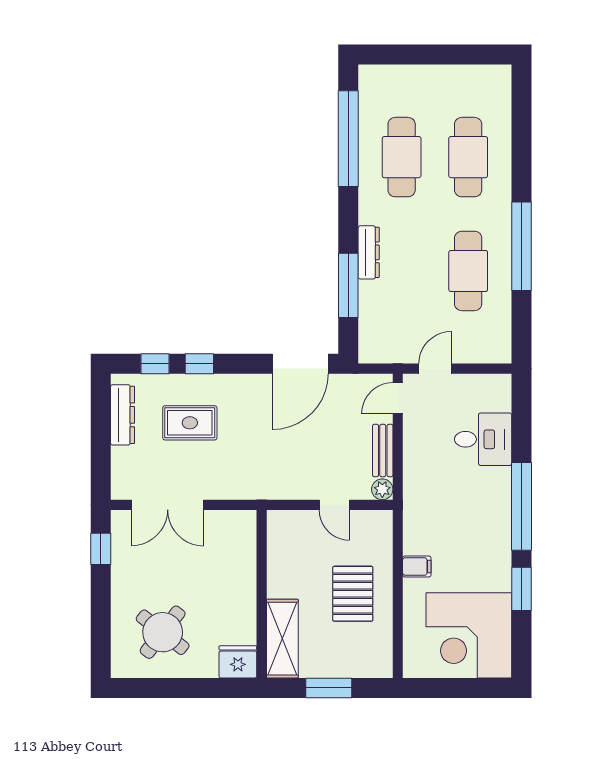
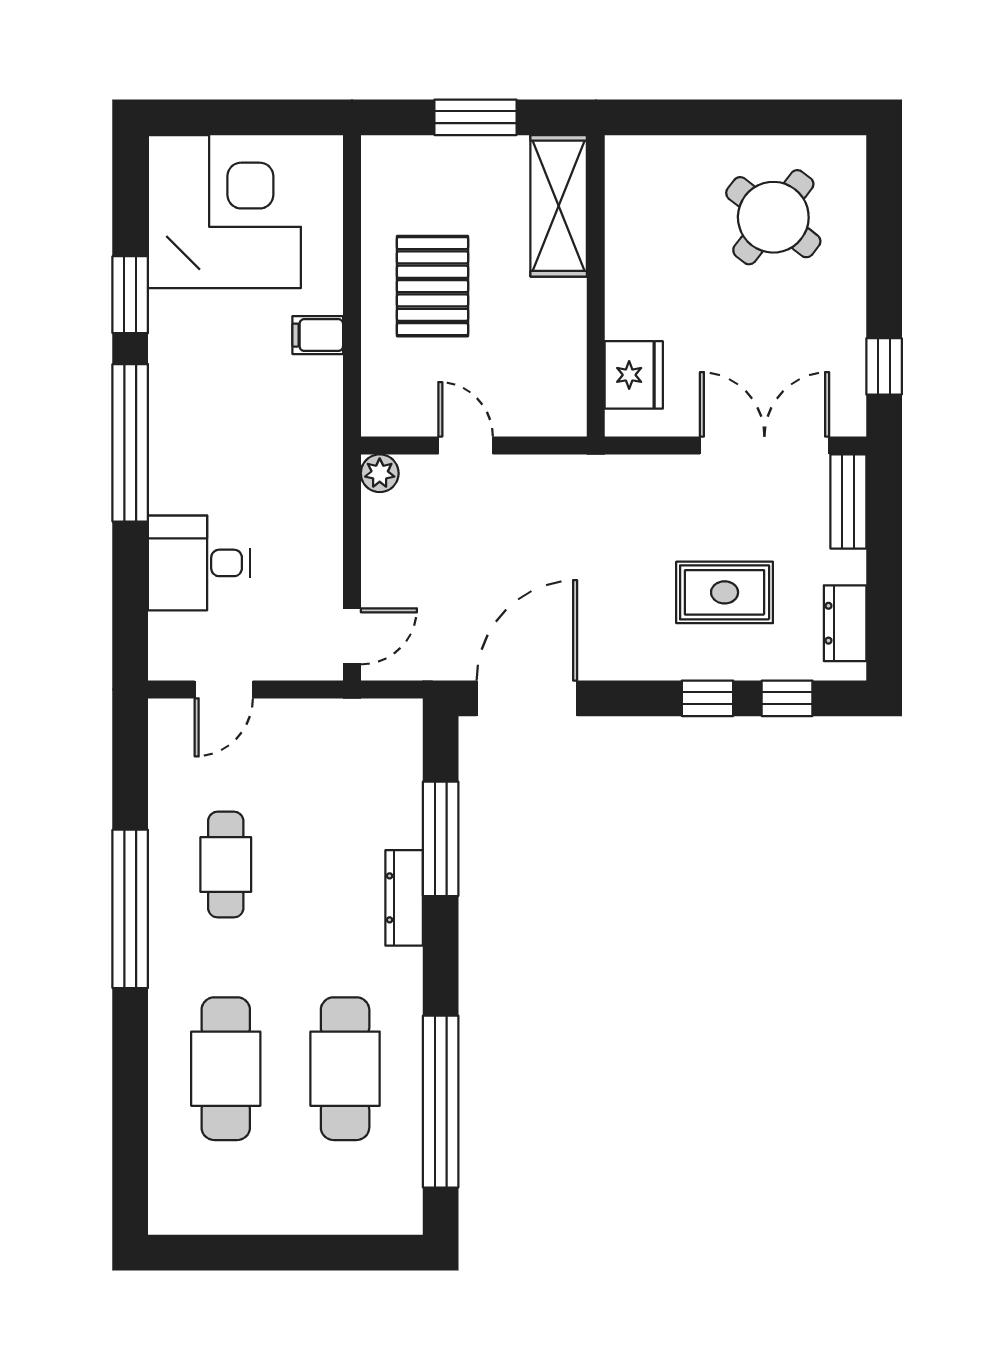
cafe table: (468, 271) -> (226, 865), width x0.73, depth x0.74
door: (435, 369) -> (224, 689), moved
dresser: (123, 415) -> (845, 623), width x0.70
bench: (383, 450) -> (848, 501), moved
fridge: (238, 662) -> (634, 375), moved, turned -90

